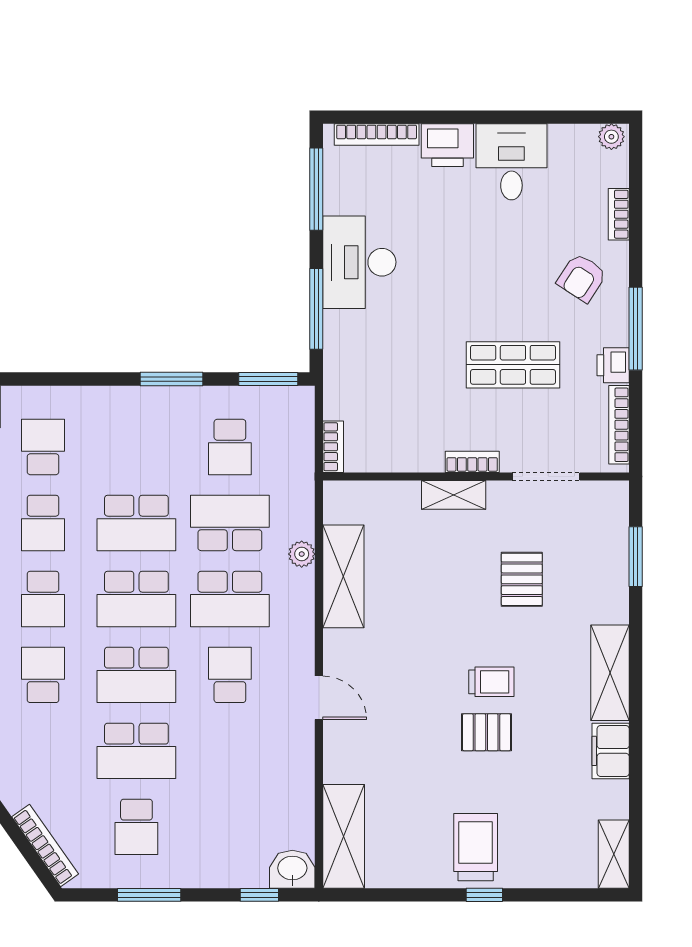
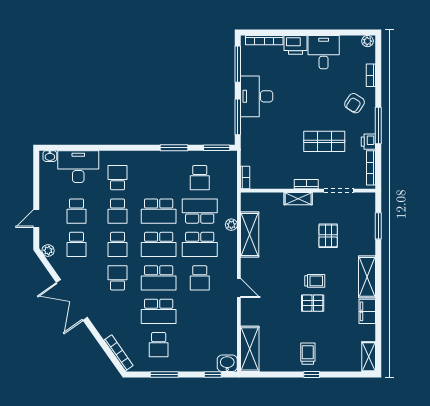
school desk: (230, 675) -> (200, 278), turned 180
trolley: (476, 847) -> (308, 354), width x0.73, depth x0.72

